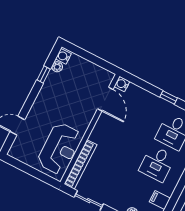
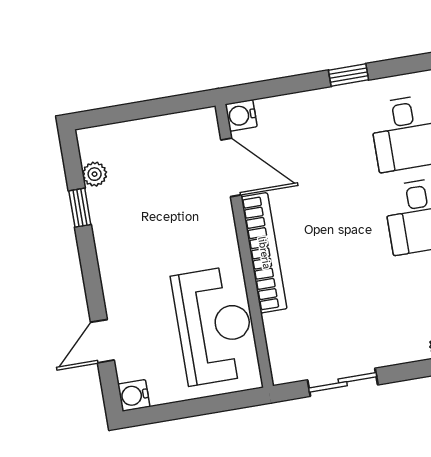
water cooler: (63, 56) -> (134, 395), moved
bookcase: (81, 164) -> (264, 253), moved

